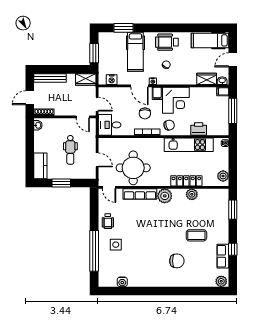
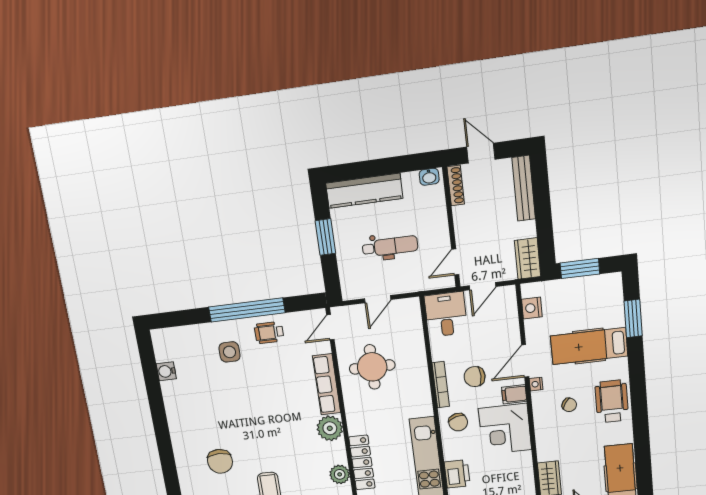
dental chair: (70, 150) -> (390, 246), turned 180
kitchen counter: (40, 166) -> (364, 191), width x1.50
round table: (133, 168) -> (372, 367), width x0.73, depth x0.73
window: (94, 251) -> (247, 310), moved

